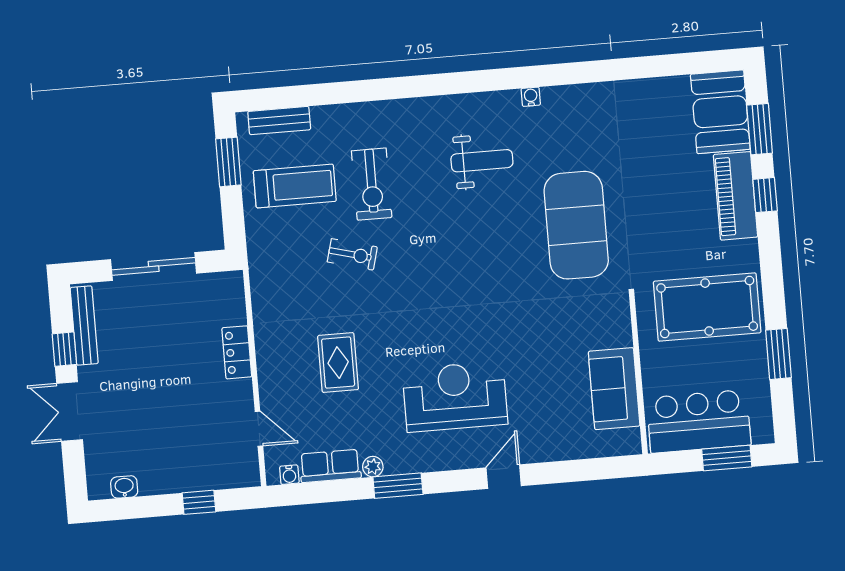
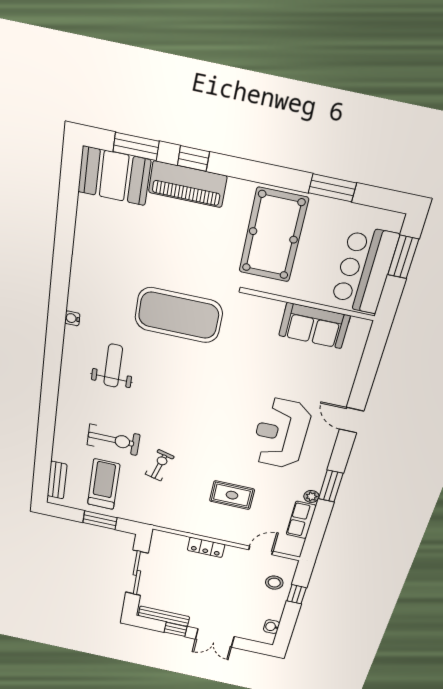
window: (228, 162) -> (100, 520), moved
stool: (209, 465) -> (274, 583), added
water cooler: (289, 475) -> (298, 544), removed

